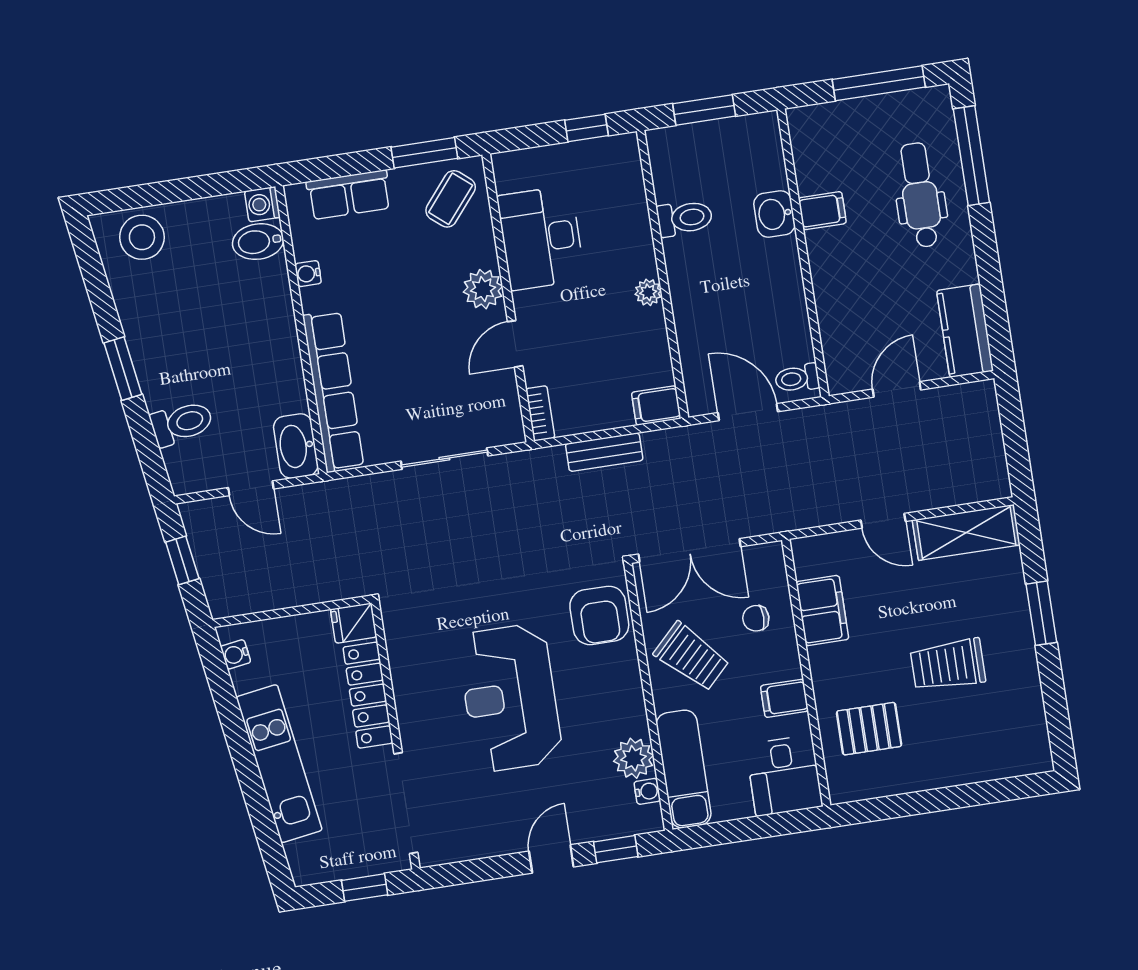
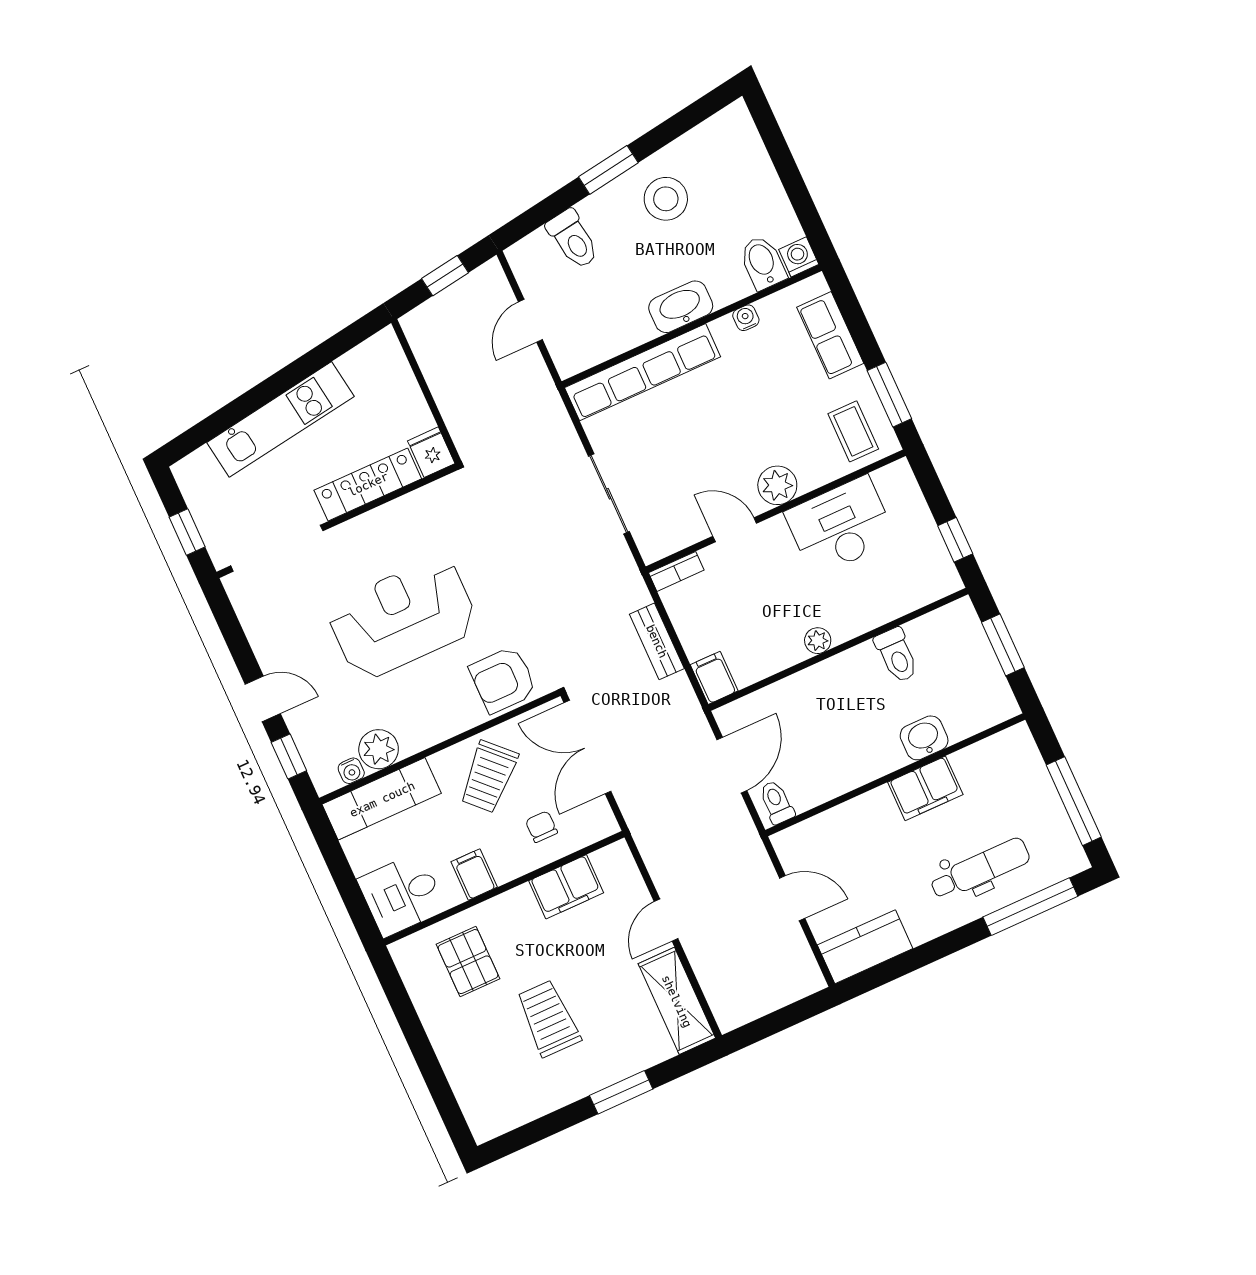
coffee table: (451, 199) -> (853, 431), turned 50
filing cabinet: (822, 211) -> (925, 788), width x2.00
stool: (142, 237) -> (666, 199), moved
washbasin: (296, 446) -> (681, 307), moved
water cooler: (236, 654) -> (371, 350), removed

